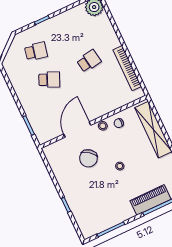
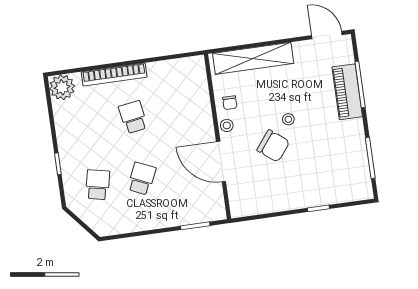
bookcase: (127, 68) -> (114, 74), moved
chair: (88, 158) -> (273, 146), moved

